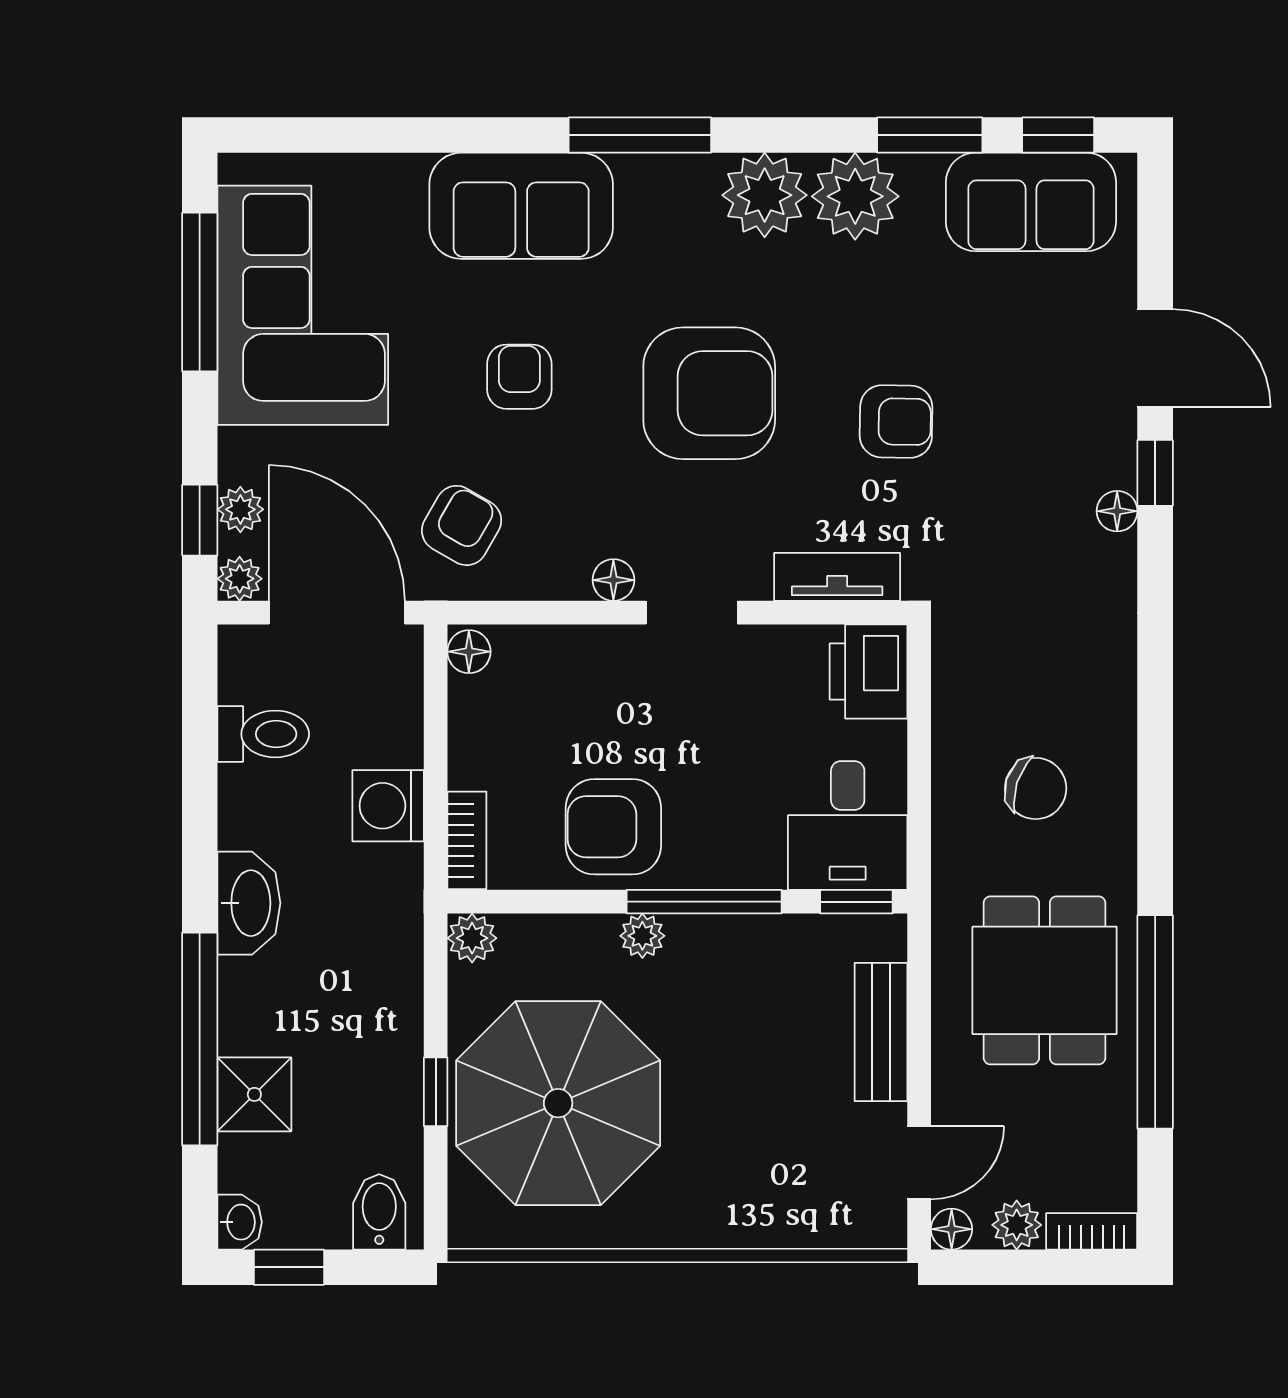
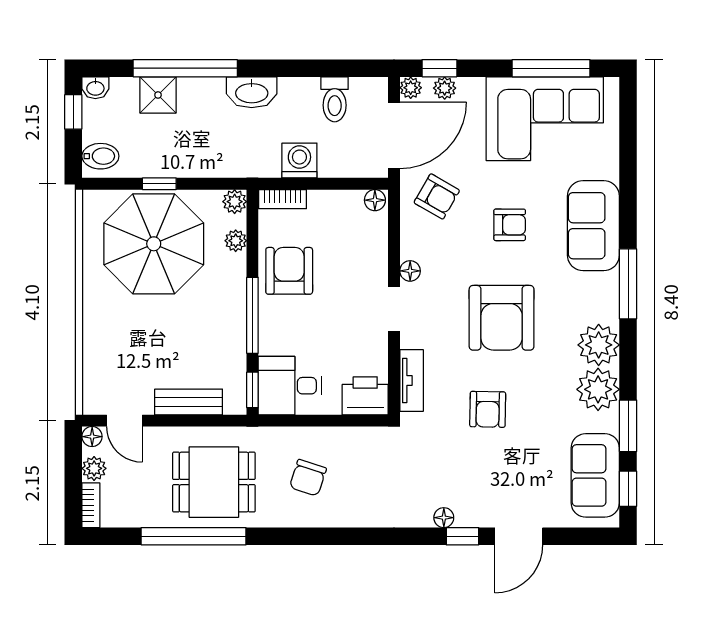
plant: (642, 936) -> (236, 241), moved

